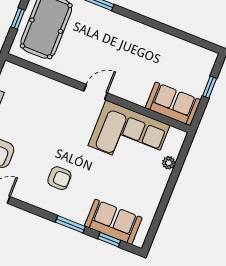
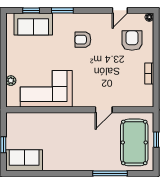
door: (95, 92) -> (104, 110), moved
sofa: (173, 104) -> (24, 160), moved, turned 180

